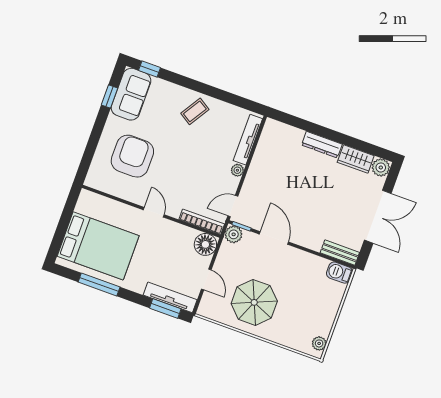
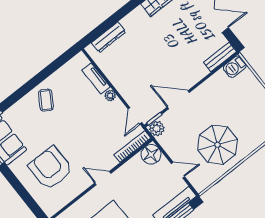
tv unit: (248, 140) -> (96, 78), width x0.71
dresser: (322, 145) -> (109, 37), moved

